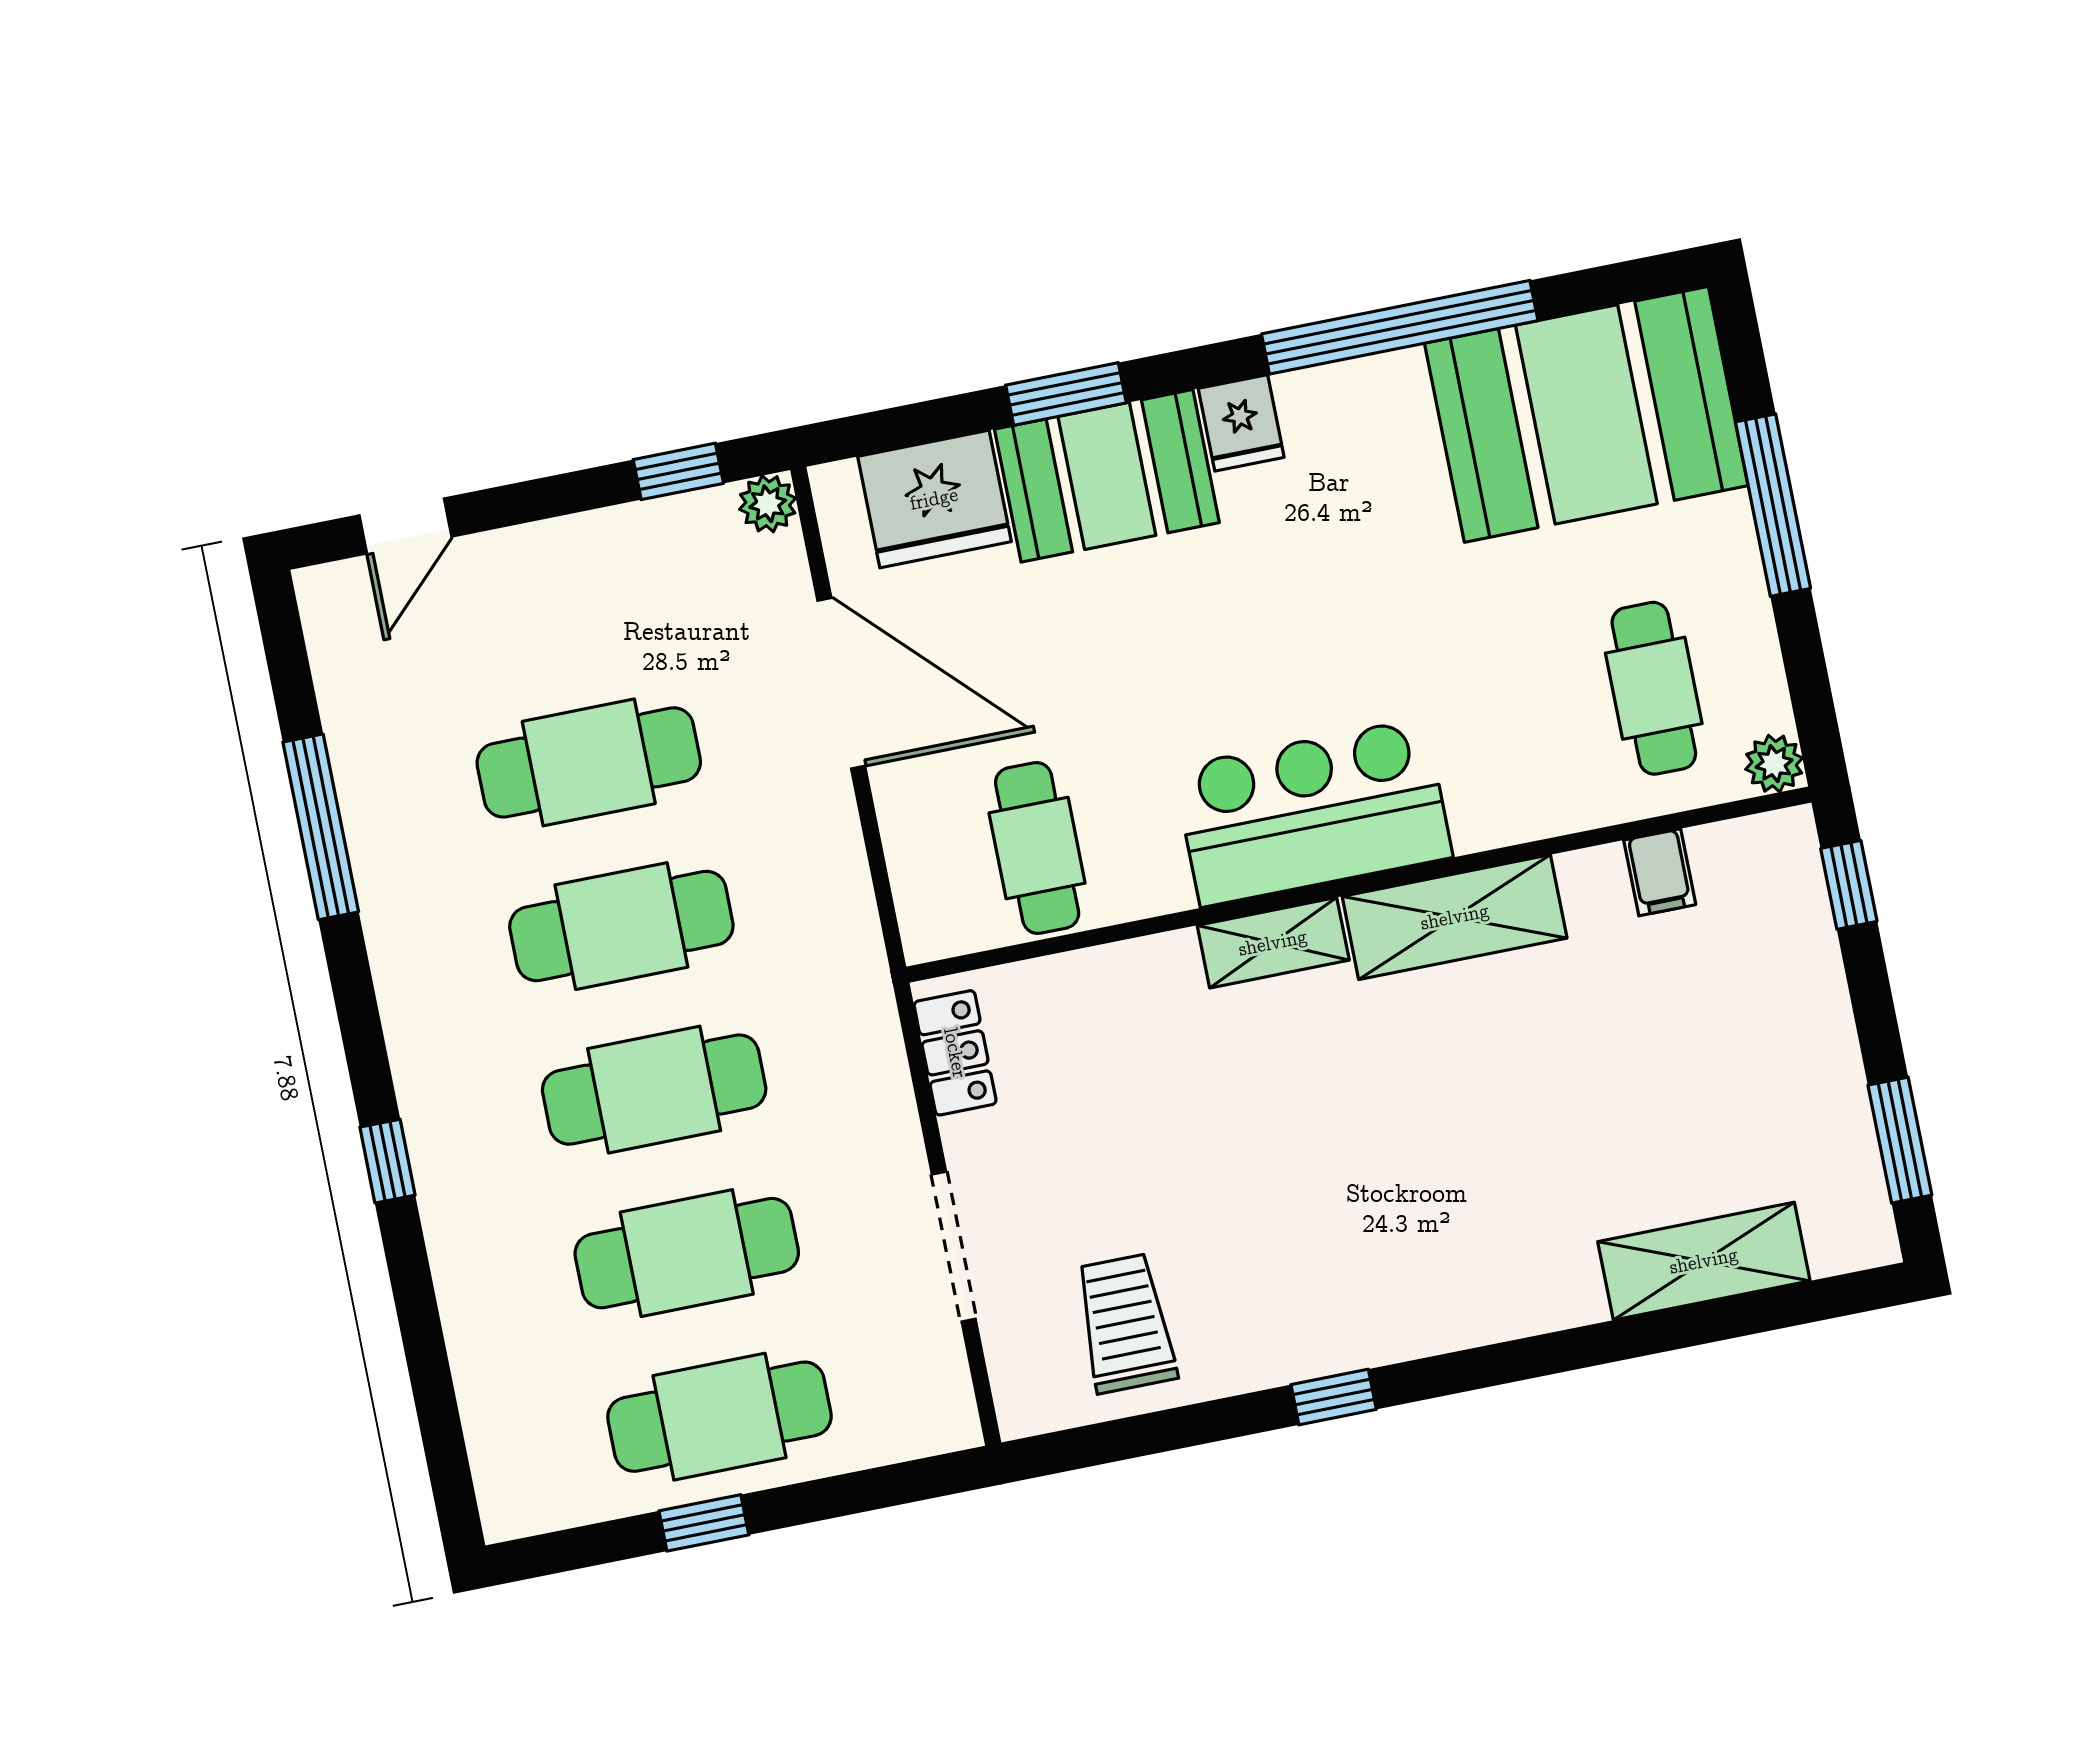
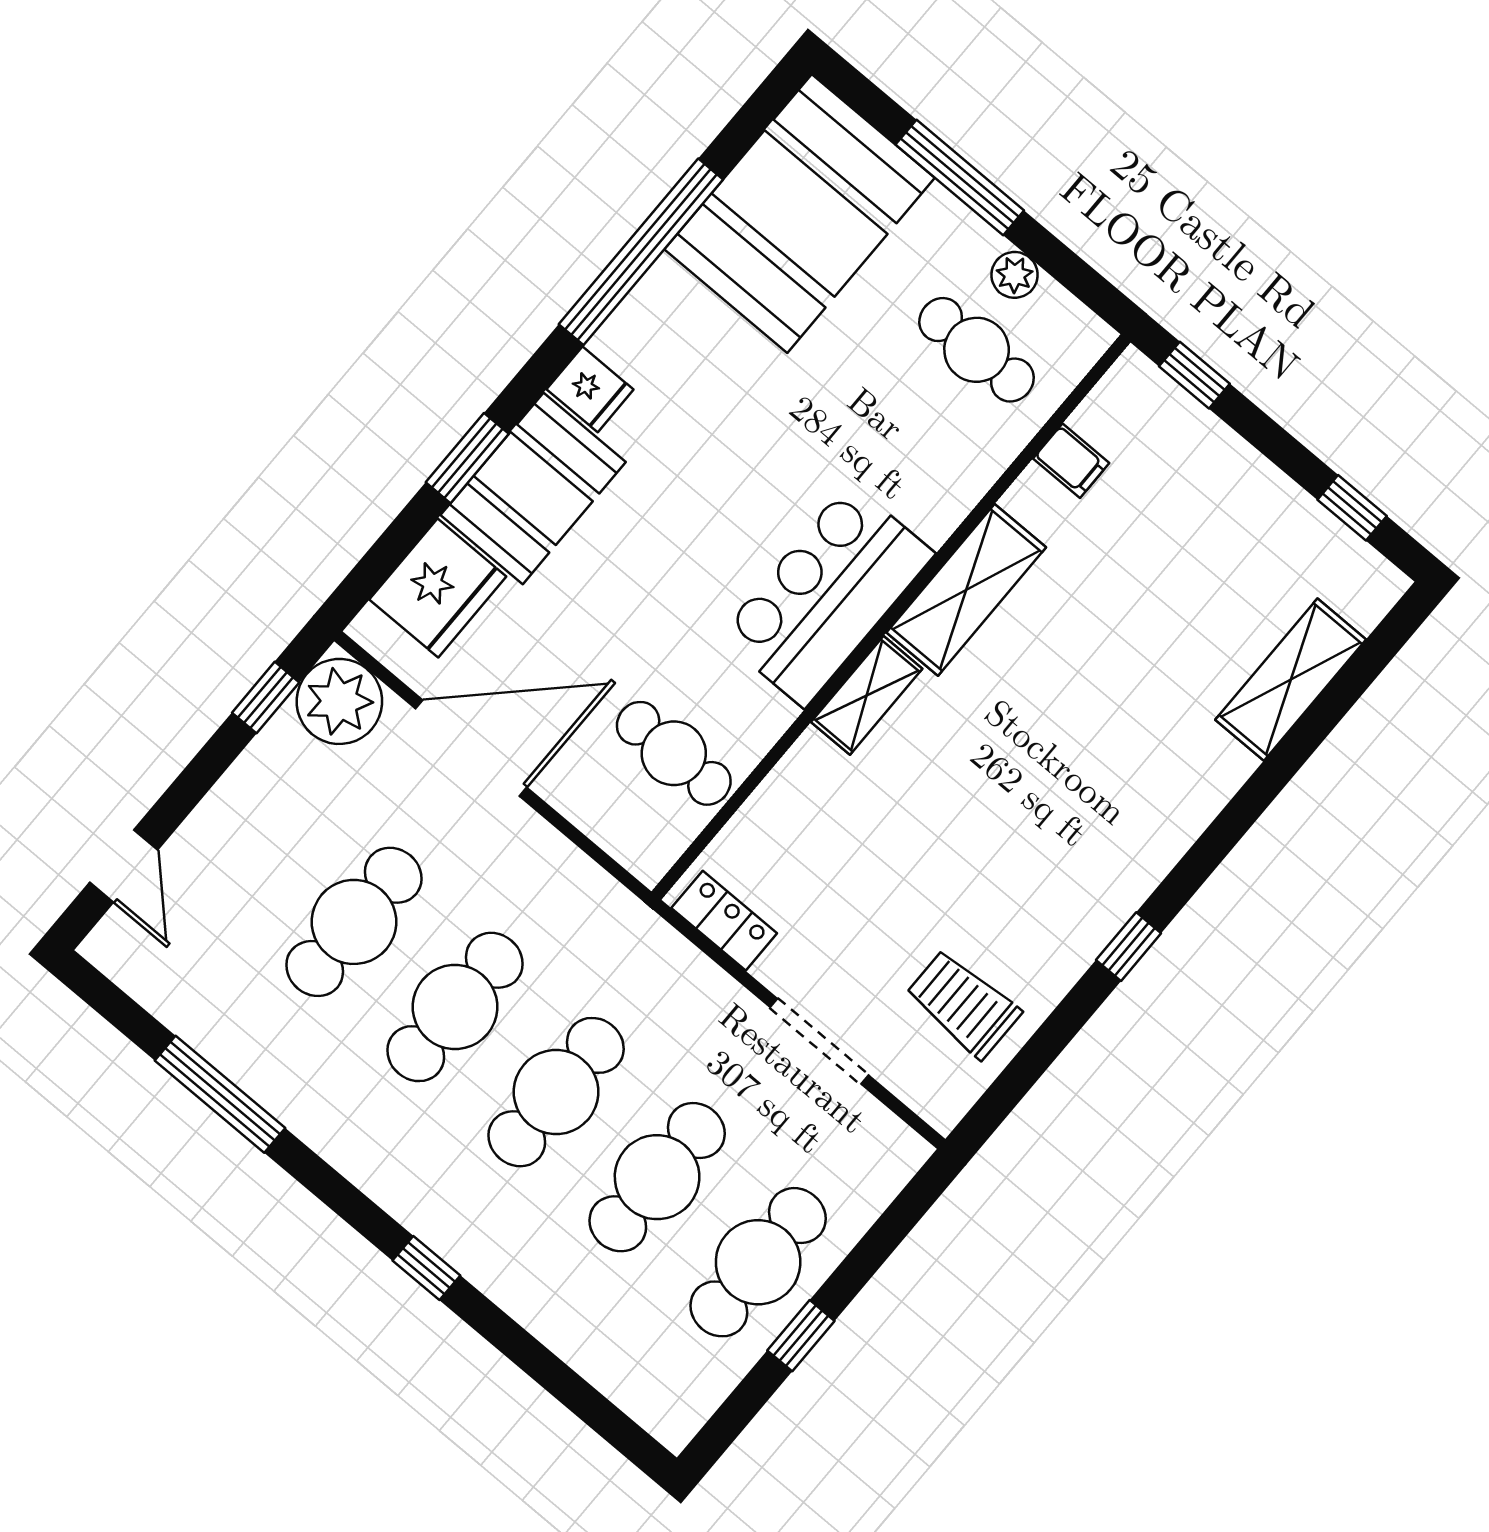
plant: (768, 504) -> (339, 701), width x1.88, depth x1.88
plant: (1774, 764) -> (1015, 275), moved
window: (1900, 1140) -> (1352, 508), width x0.67

